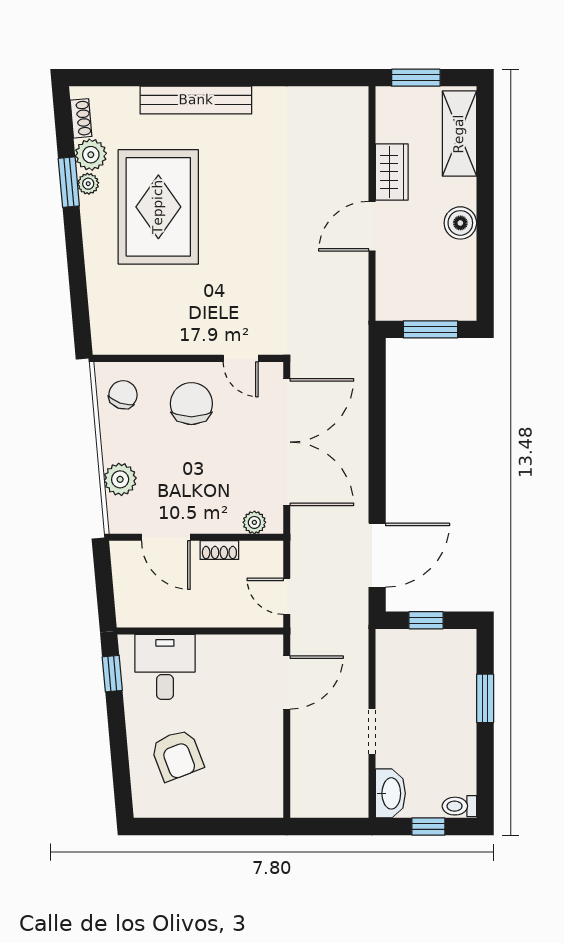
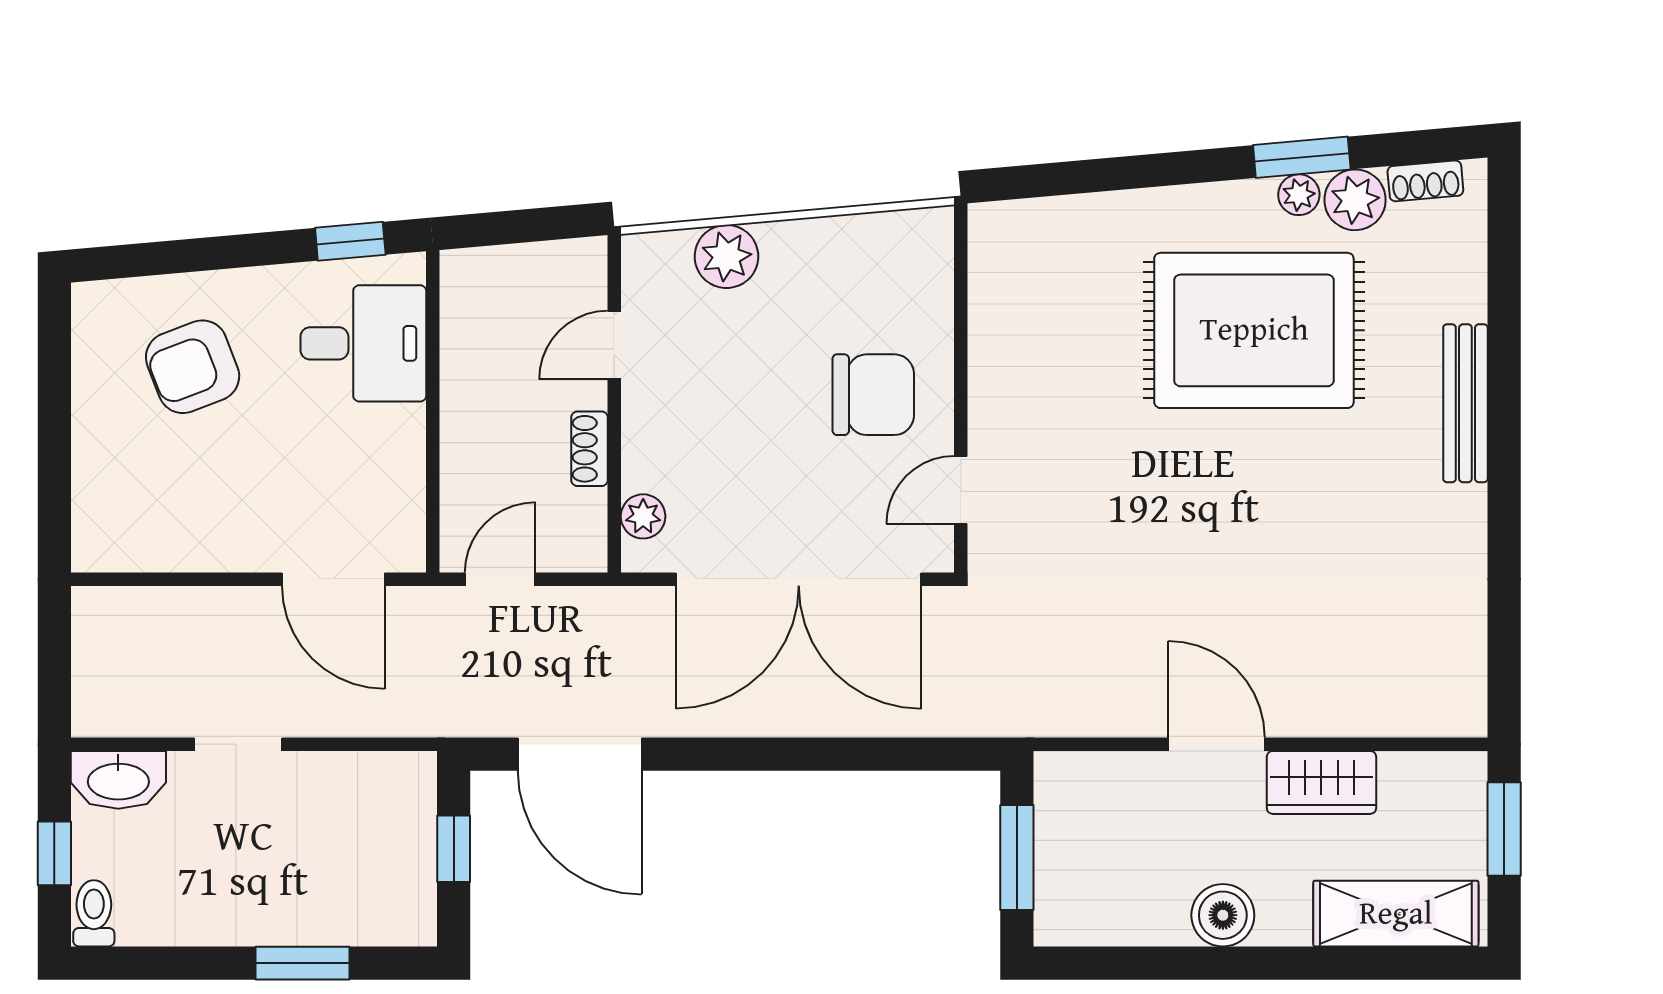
bench: (196, 100) -> (1465, 403), width x0.73, depth x0.82
chair: (123, 395) -> (890, 262), removed
door: (166, 537) -> (614, 345), width x0.73

